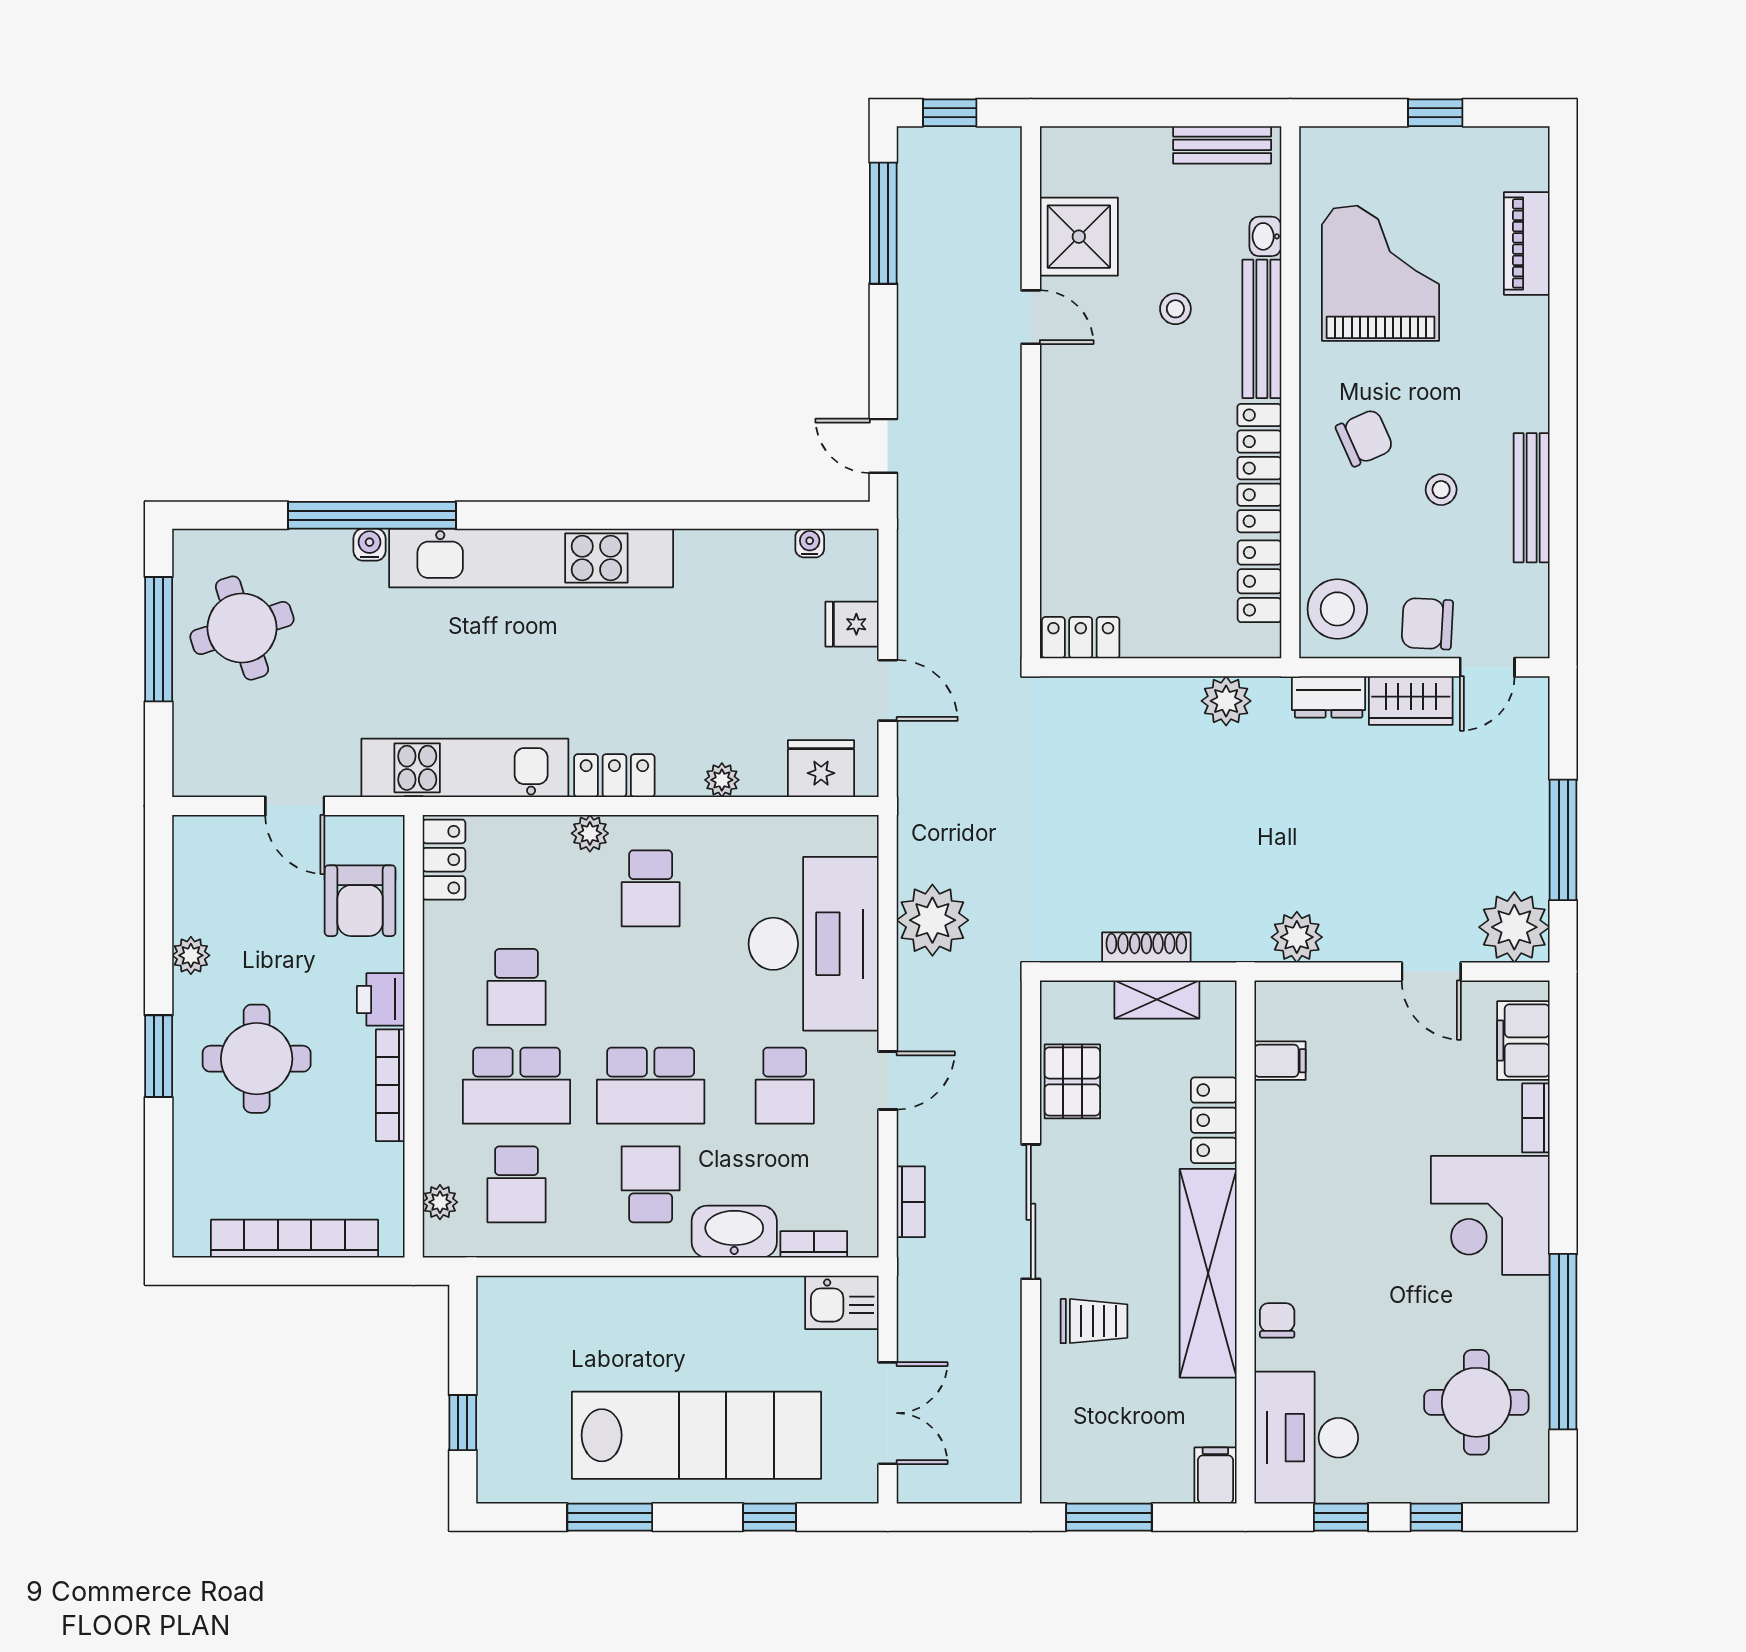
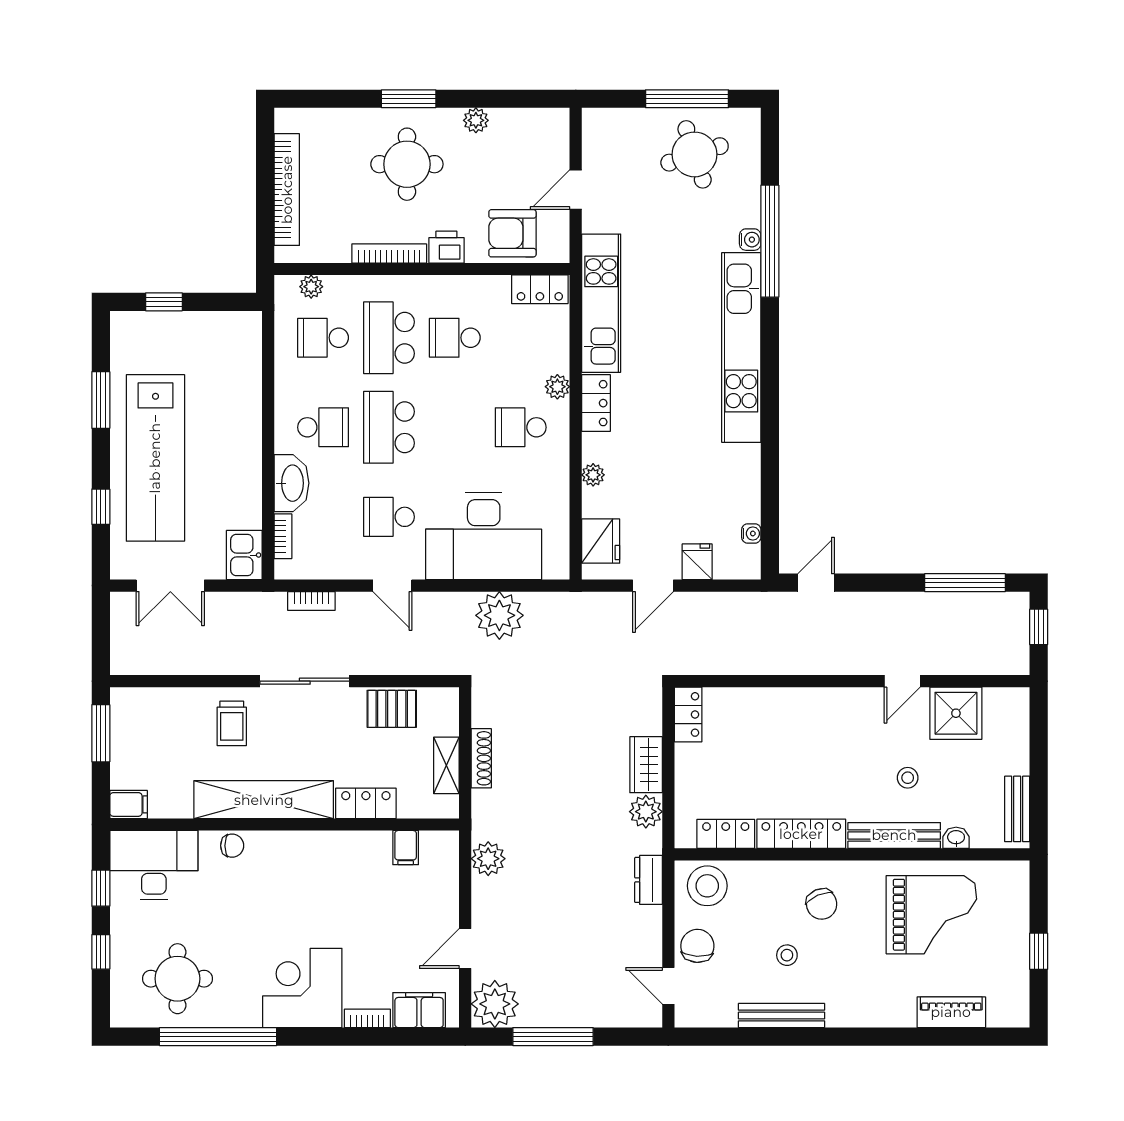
wardrobe: (1411, 701) -> (646, 765), moved

